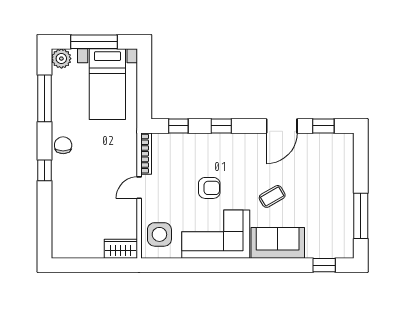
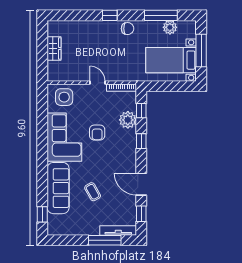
plant: (61, 59) -> (170, 27), moved
plant: (191, 145) -> (128, 120), added
tv unit: (347, 158) -> (118, 230), added
coffee table: (272, 196) -> (93, 192), moved
window: (361, 216) -> (105, 240), moved
sofa: (278, 243) -> (58, 188), width x1.36
wardrobe: (121, 249) -> (54, 48), moved

